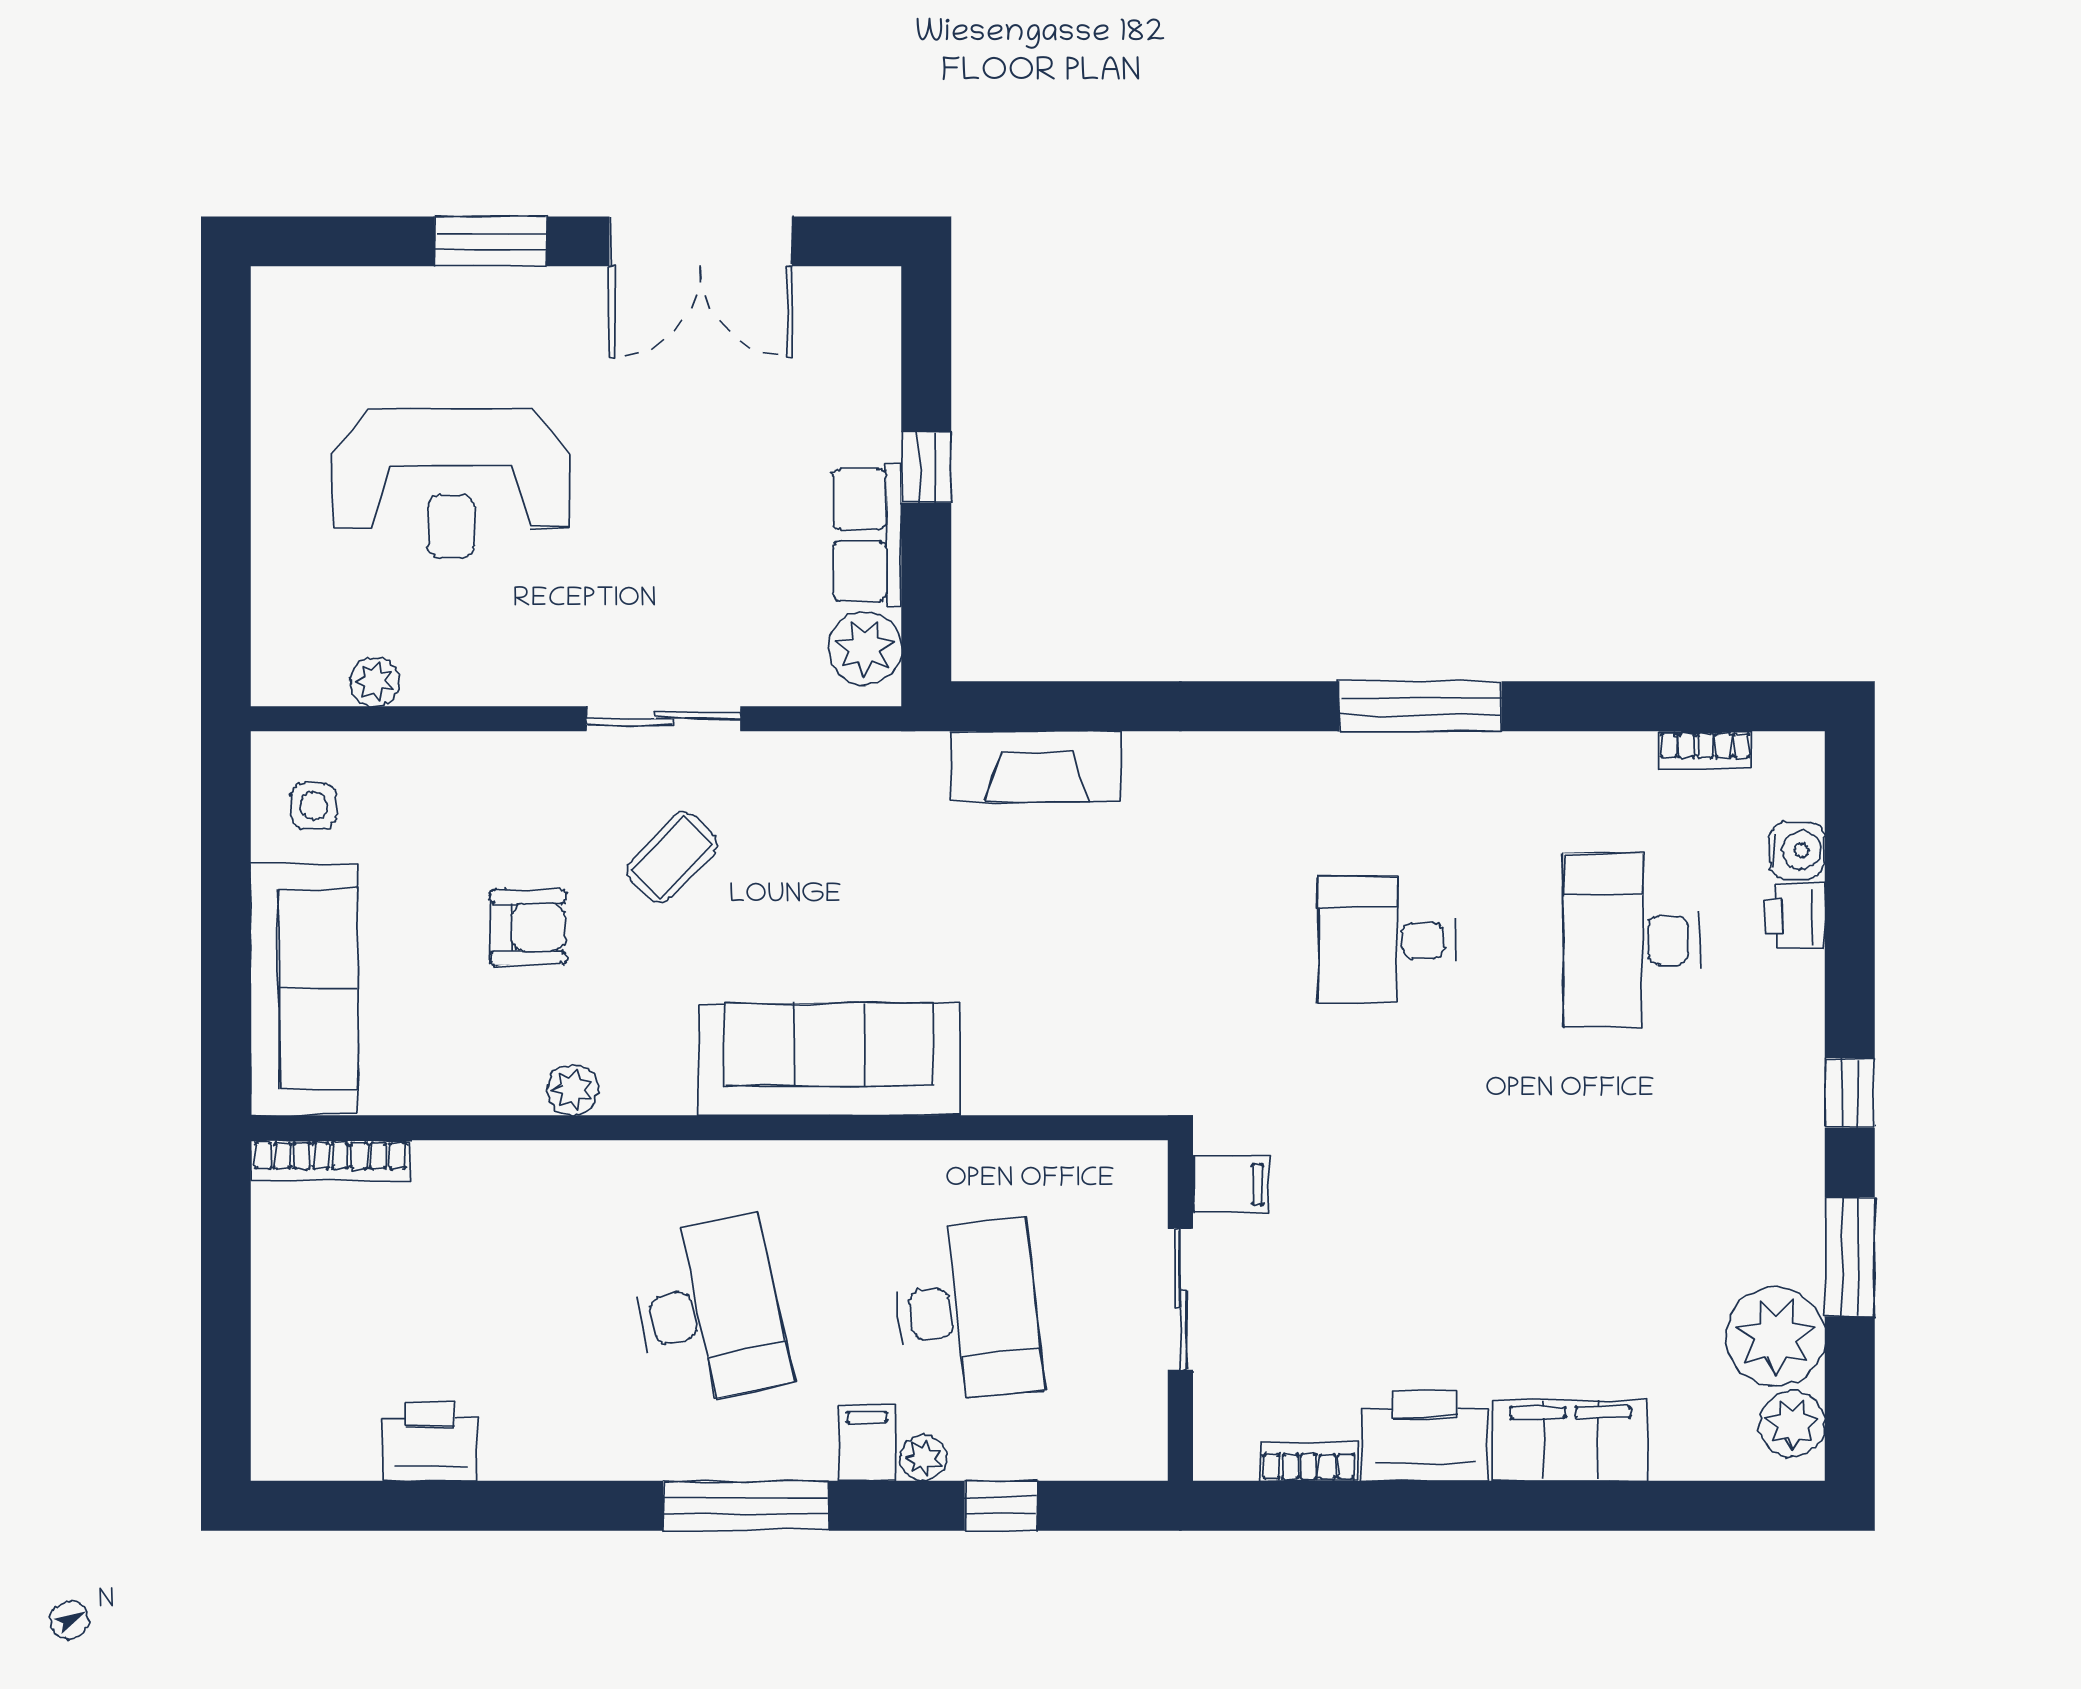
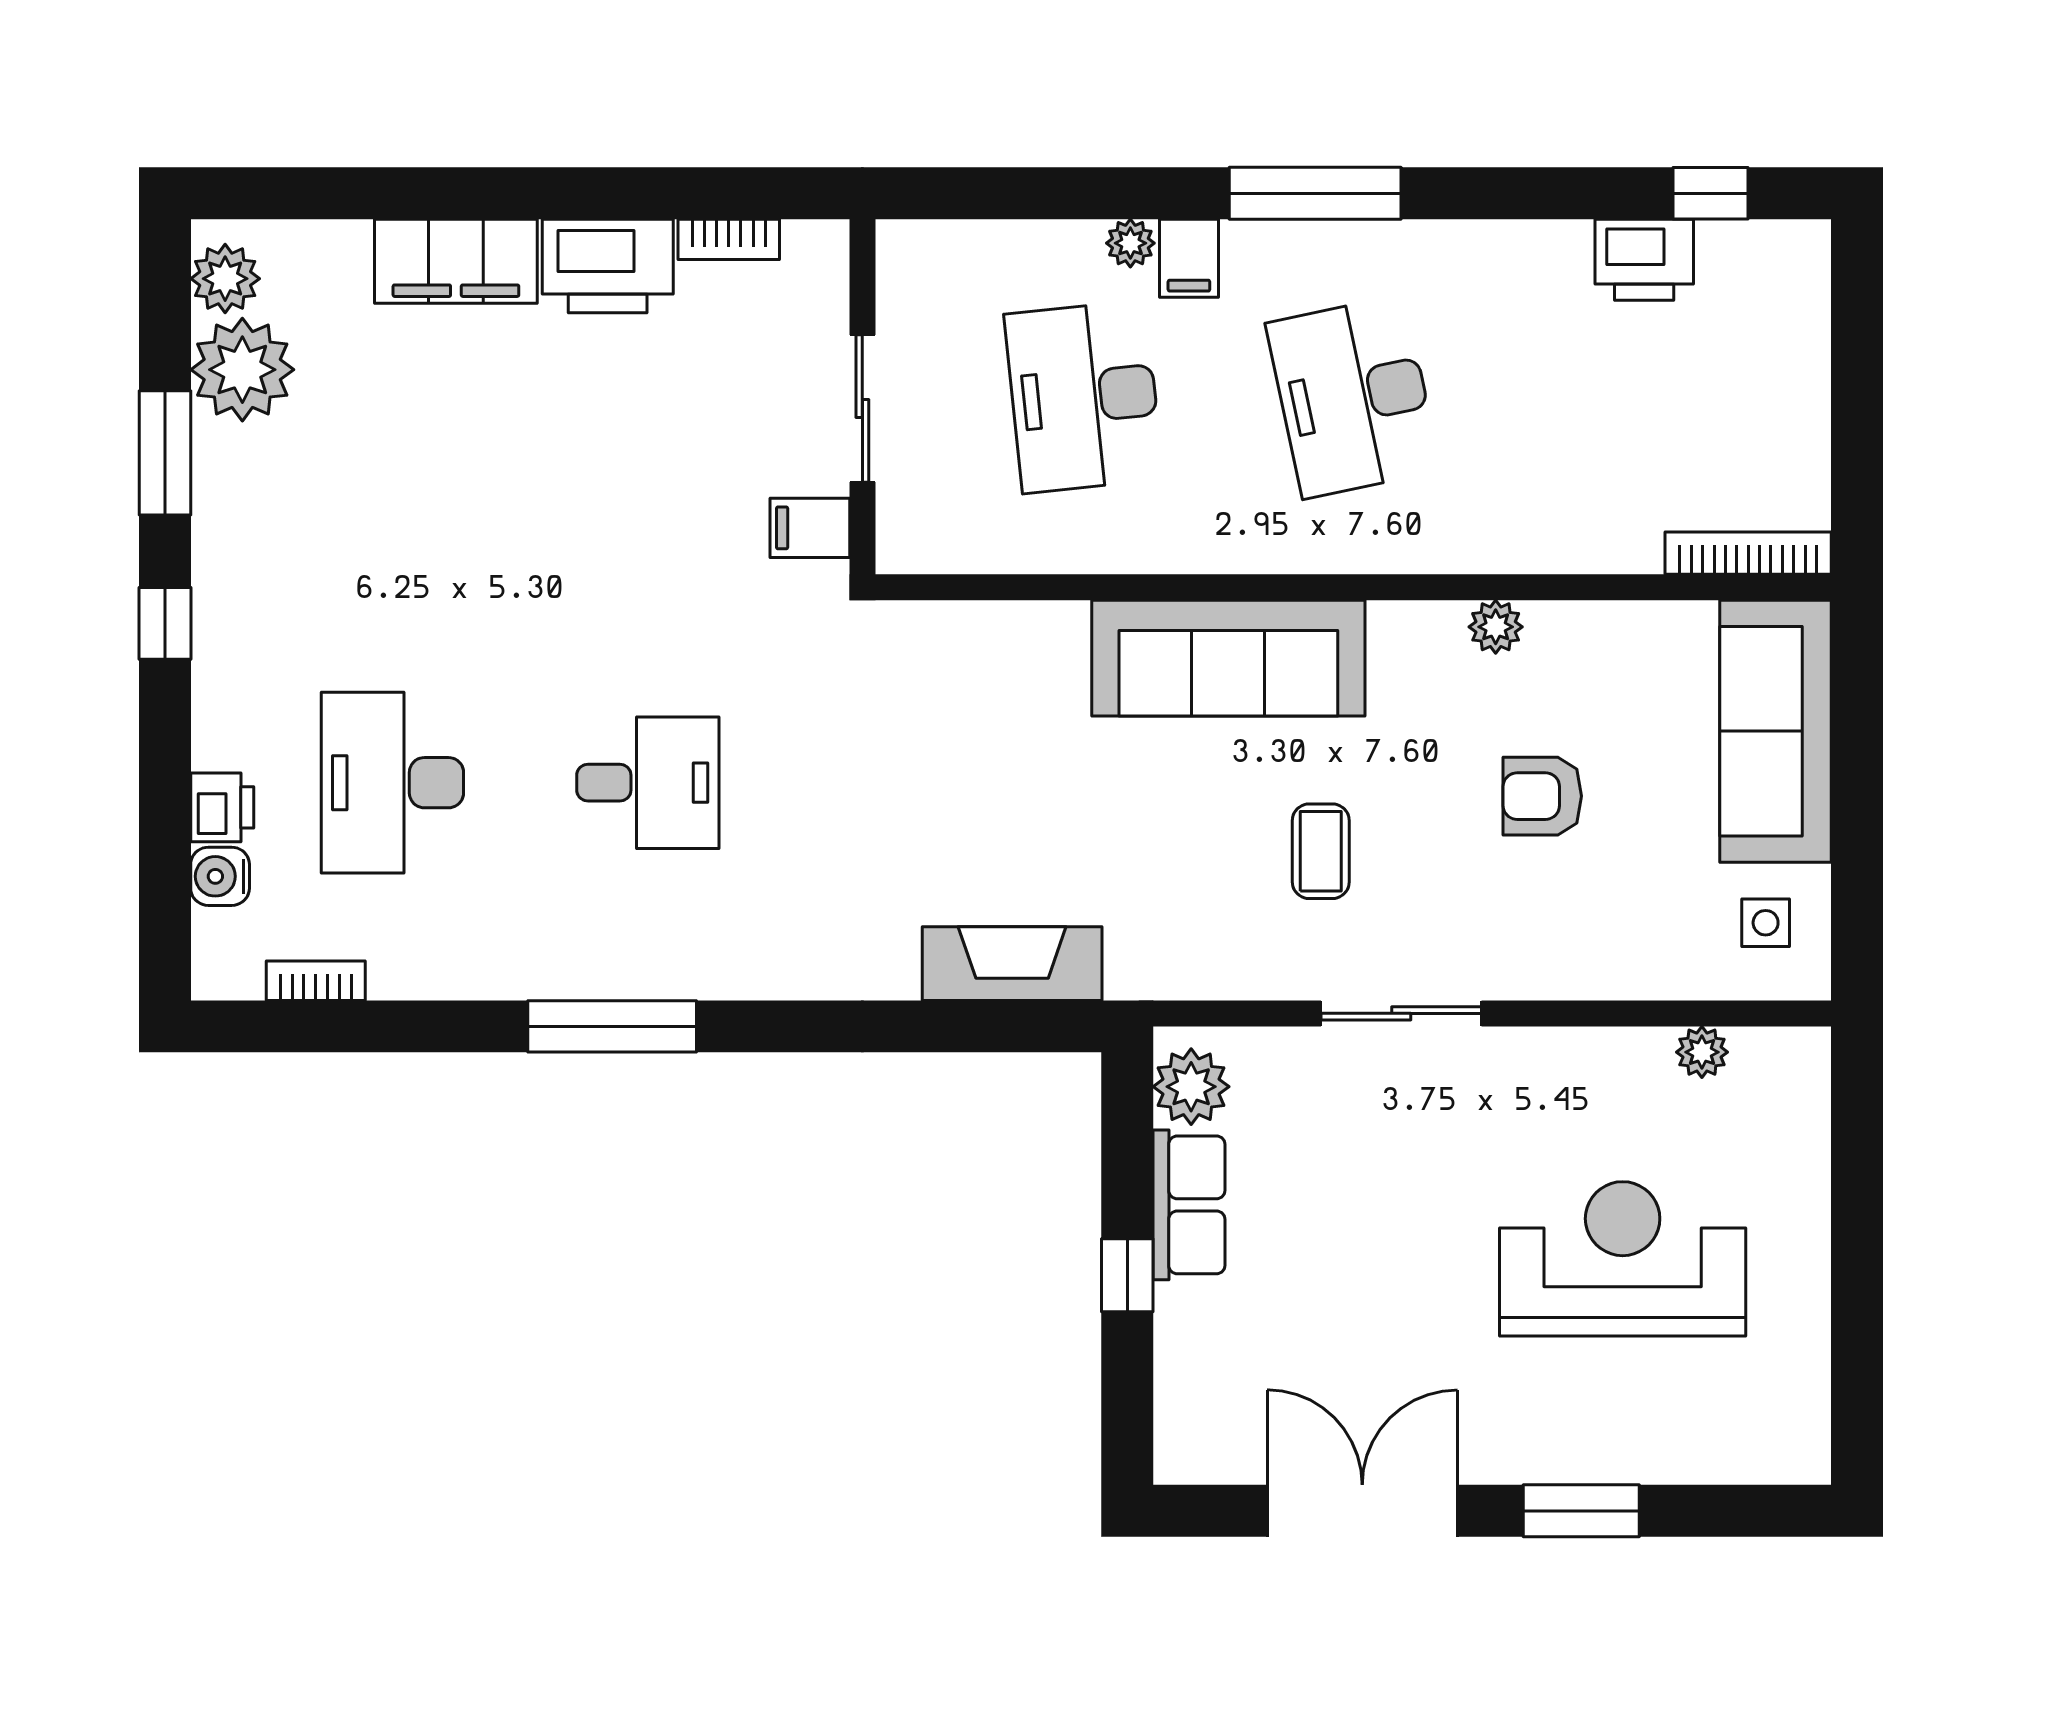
coffee table: (672, 857) -> (1321, 851), moved, turned -44
desk: (1631, 940) -> (392, 783), turned 180
window: (1001, 1506) -> (1710, 193), moved

